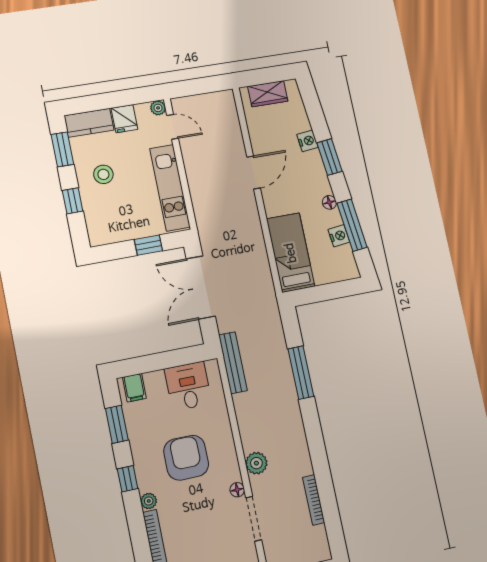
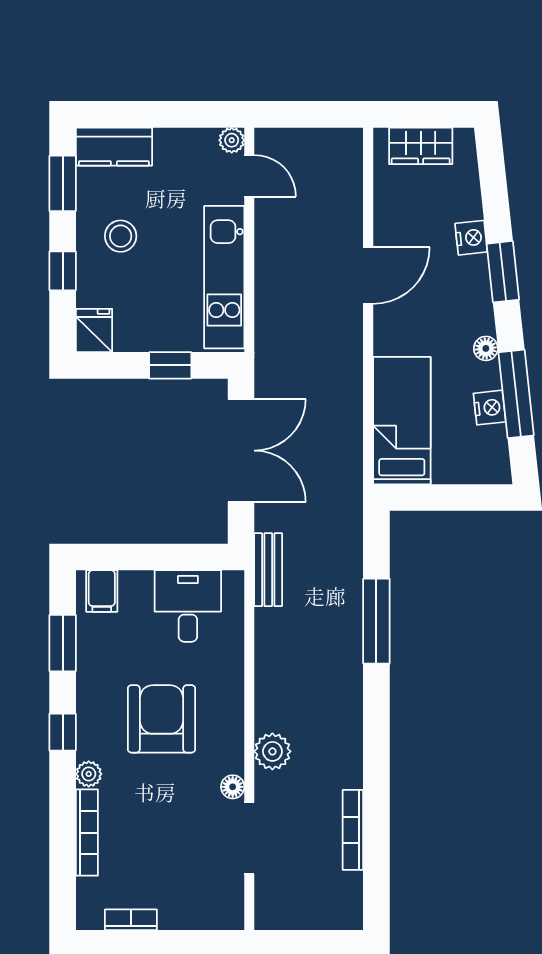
fridge: (124, 119) -> (94, 330), moved, turned 180
double door: (201, 288) -> (241, 451), swing flipped
bench: (233, 363) -> (268, 570), width x0.73

